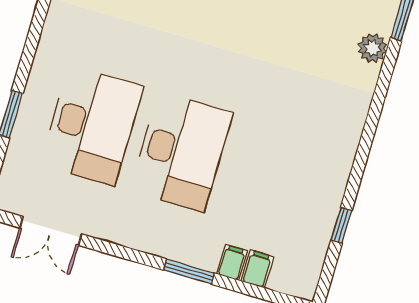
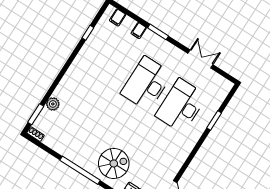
double door: (51, 231) -> (200, 59), moved
filing cabinet: (257, 269) -> (118, 17), moved

